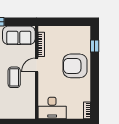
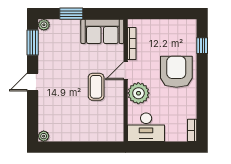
armchair: (75, 66) -> (176, 72), turned 90
plant: (46, 82) -> (138, 93), added

